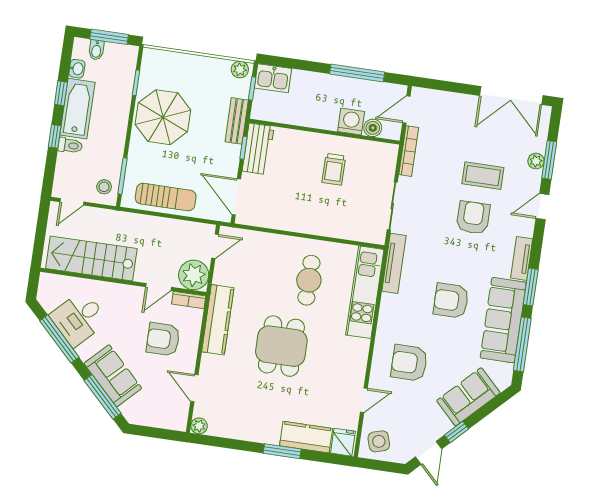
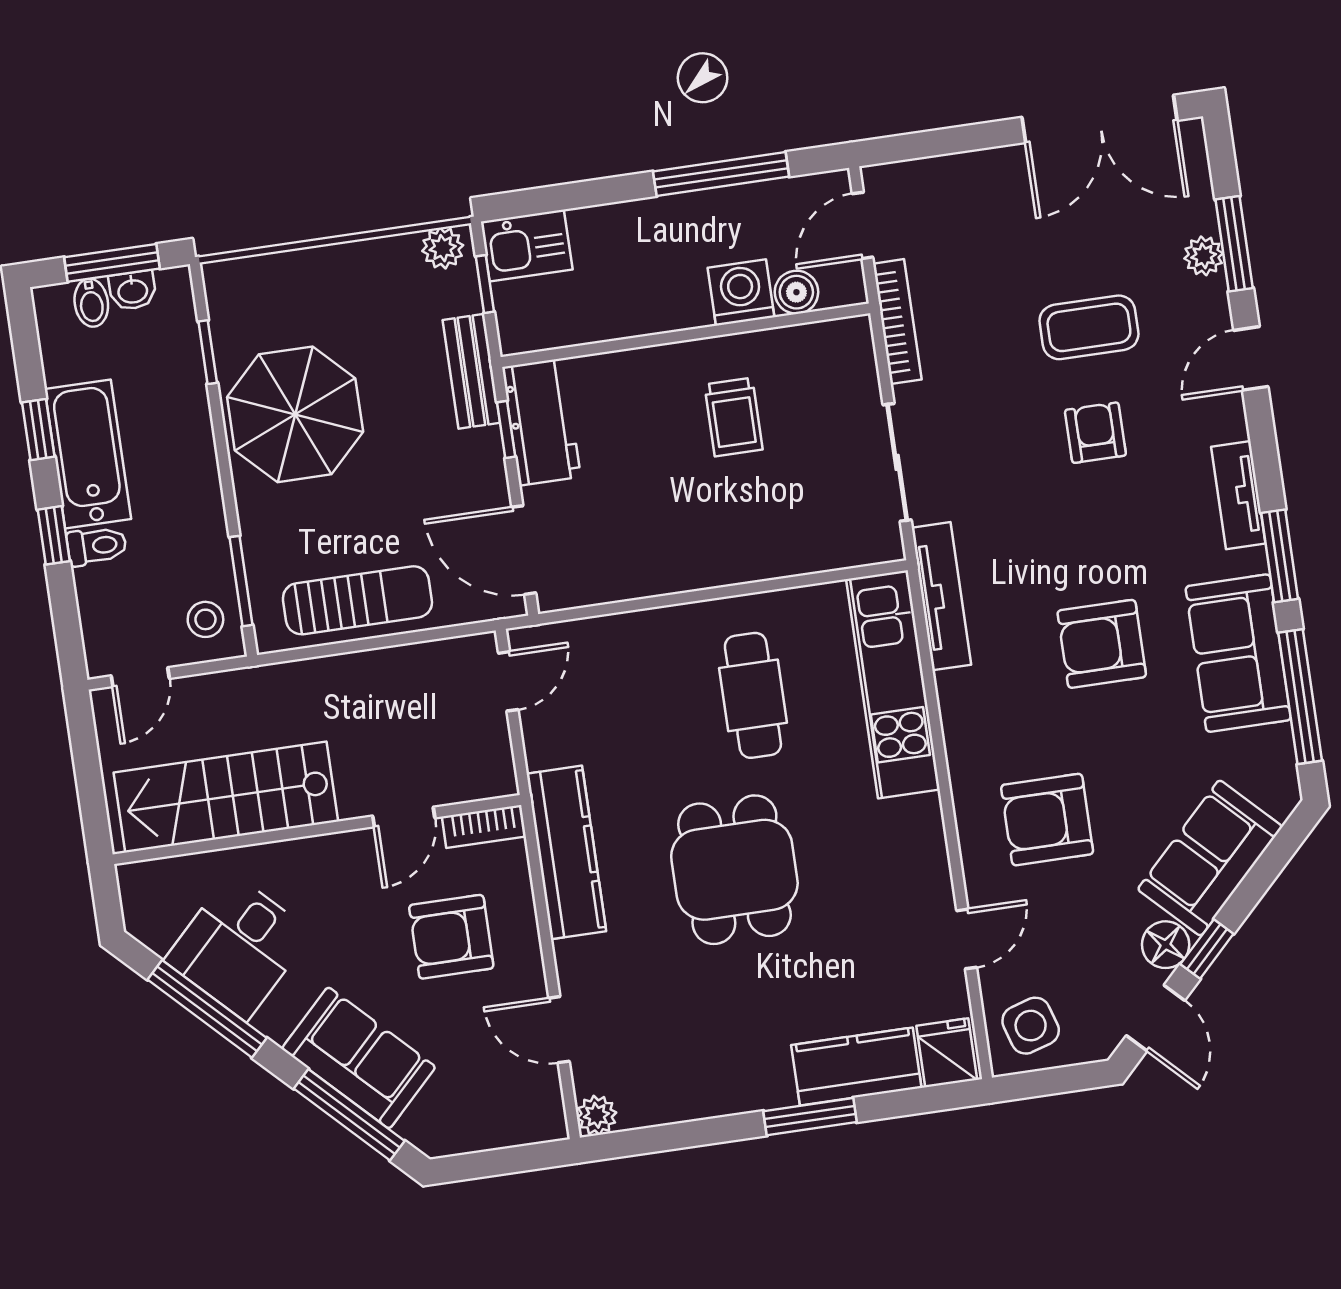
washbasin: (77, 69) -> (133, 290), moved, turned 90
armchair: (473, 218) -> (1095, 433), width x0.72, depth x0.72
plant: (194, 275) -> (478, 764), removed
sofa: (503, 320) -> (1238, 653), width x0.73
floor lamp: (441, 425) -> (1166, 945), added

